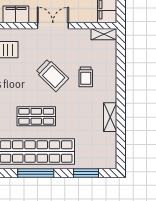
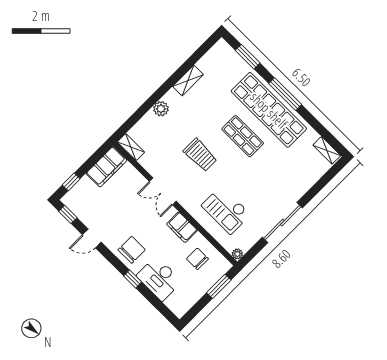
trolley: (52, 75) -> (200, 155), turned 136
trolley: (86, 77) -> (176, 129), removed
plant: (109, 80) -> (161, 109), added

